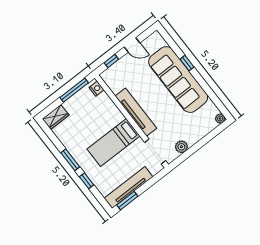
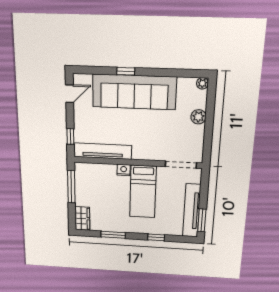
door: (132, 45) -> (70, 94), moved
nightstand: (96, 89) -> (124, 170), moved
tv unit: (136, 112) -> (103, 151), moved
plant: (181, 147) -> (198, 117), moved
window: (70, 160) -> (113, 235), moved

